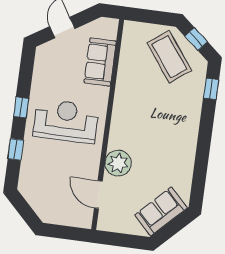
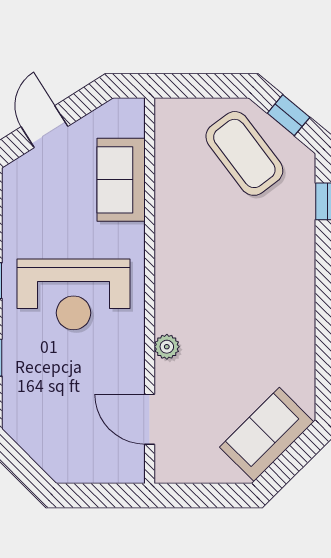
reception desk: (66, 121) -> (73, 294), turned 180
plant: (118, 163) -> (167, 347), width x0.53, depth x0.53

